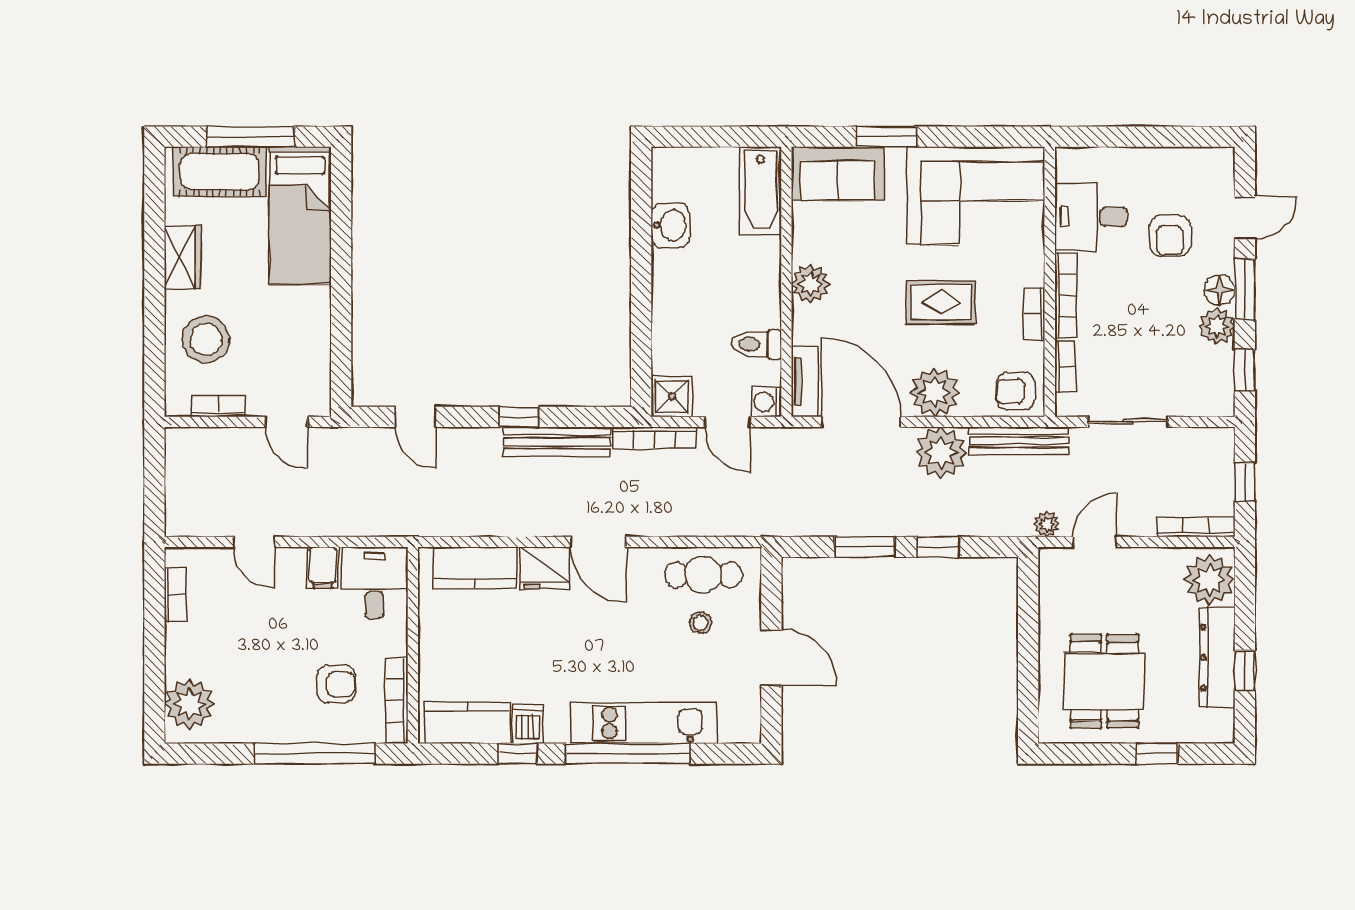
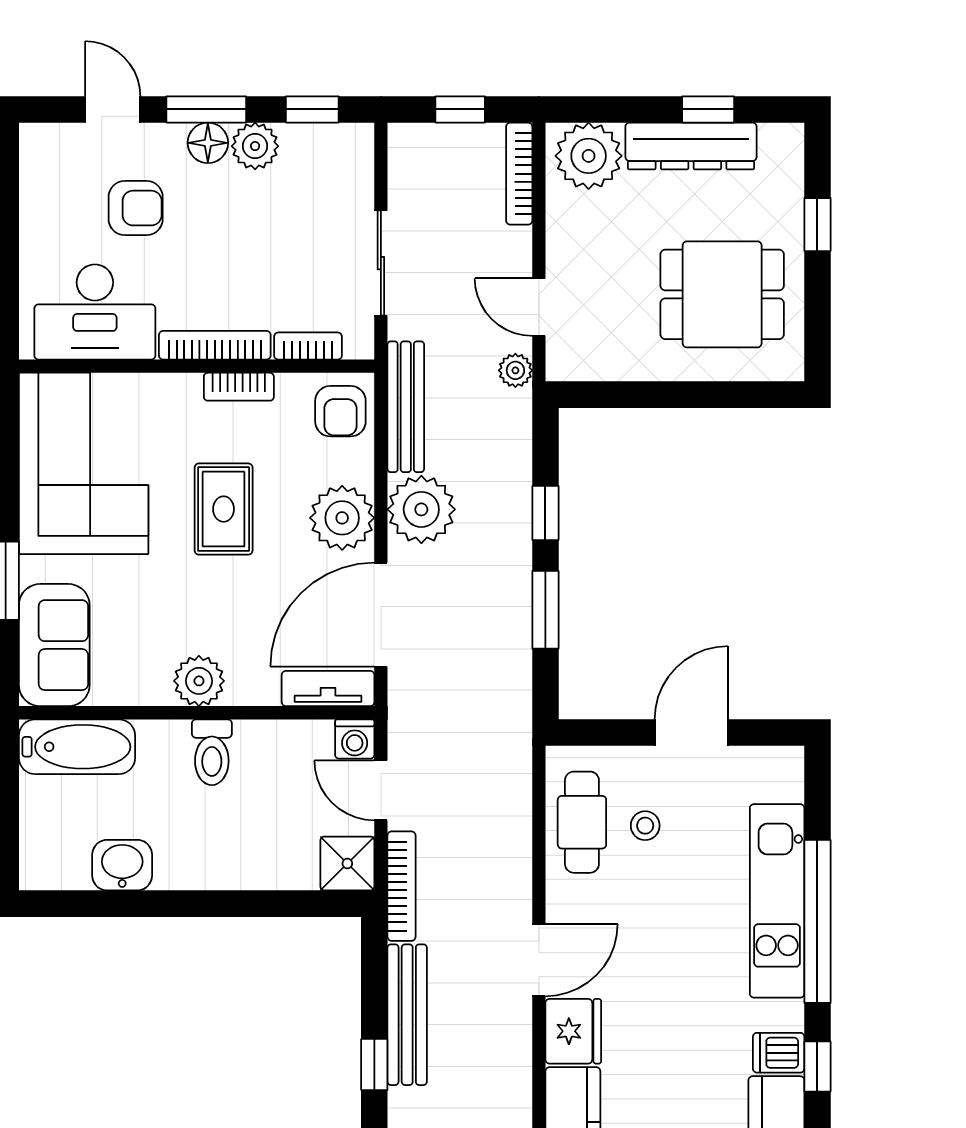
desk: (1091, 217) -> (95, 312), width x1.37
toilet: (756, 344) -> (212, 752), moved
door: (727, 422) -> (381, 790), swing flipped

